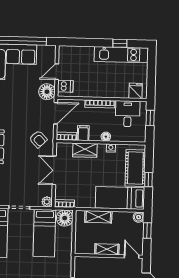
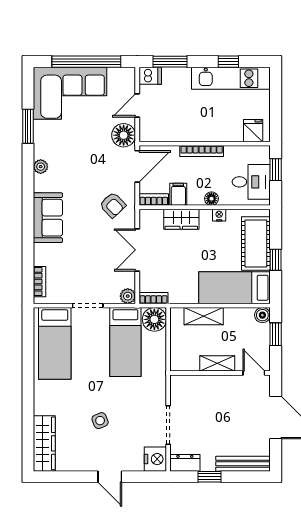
window: (80, 42) -> (170, 62), added
dishwasher: (65, 86) -> (150, 76), moved
desk: (128, 114) -> (251, 182), moved, turned 90

